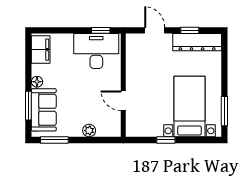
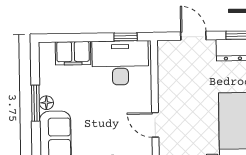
filing cabinet: (41, 50) -> (73, 53), moved, turned 90
window: (28, 106) -> (36, 103), moved

